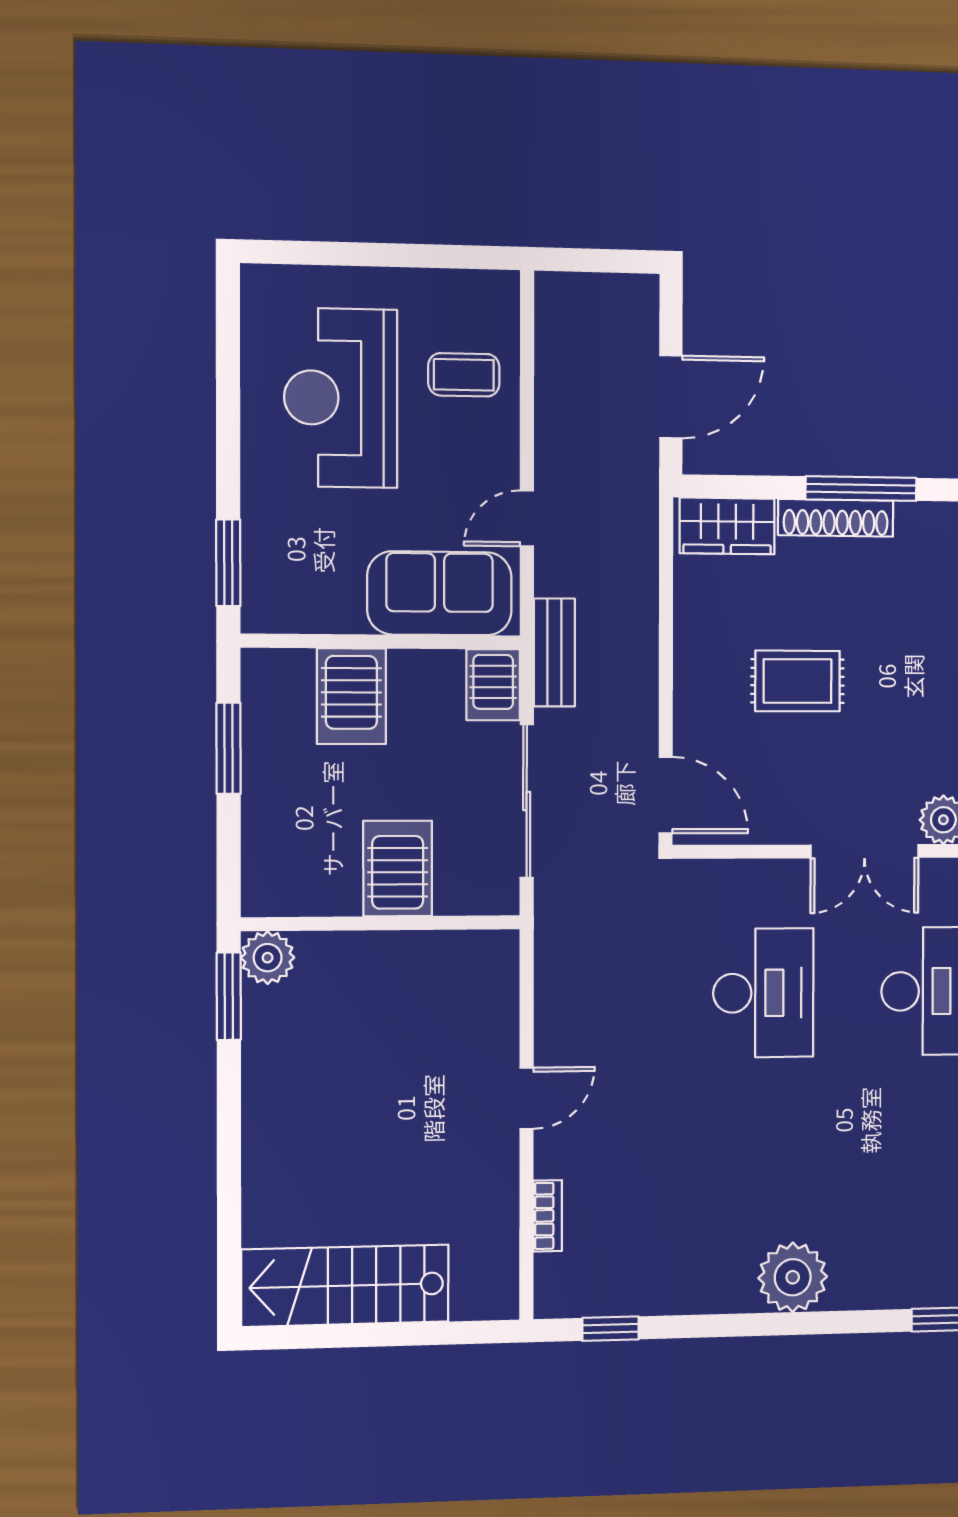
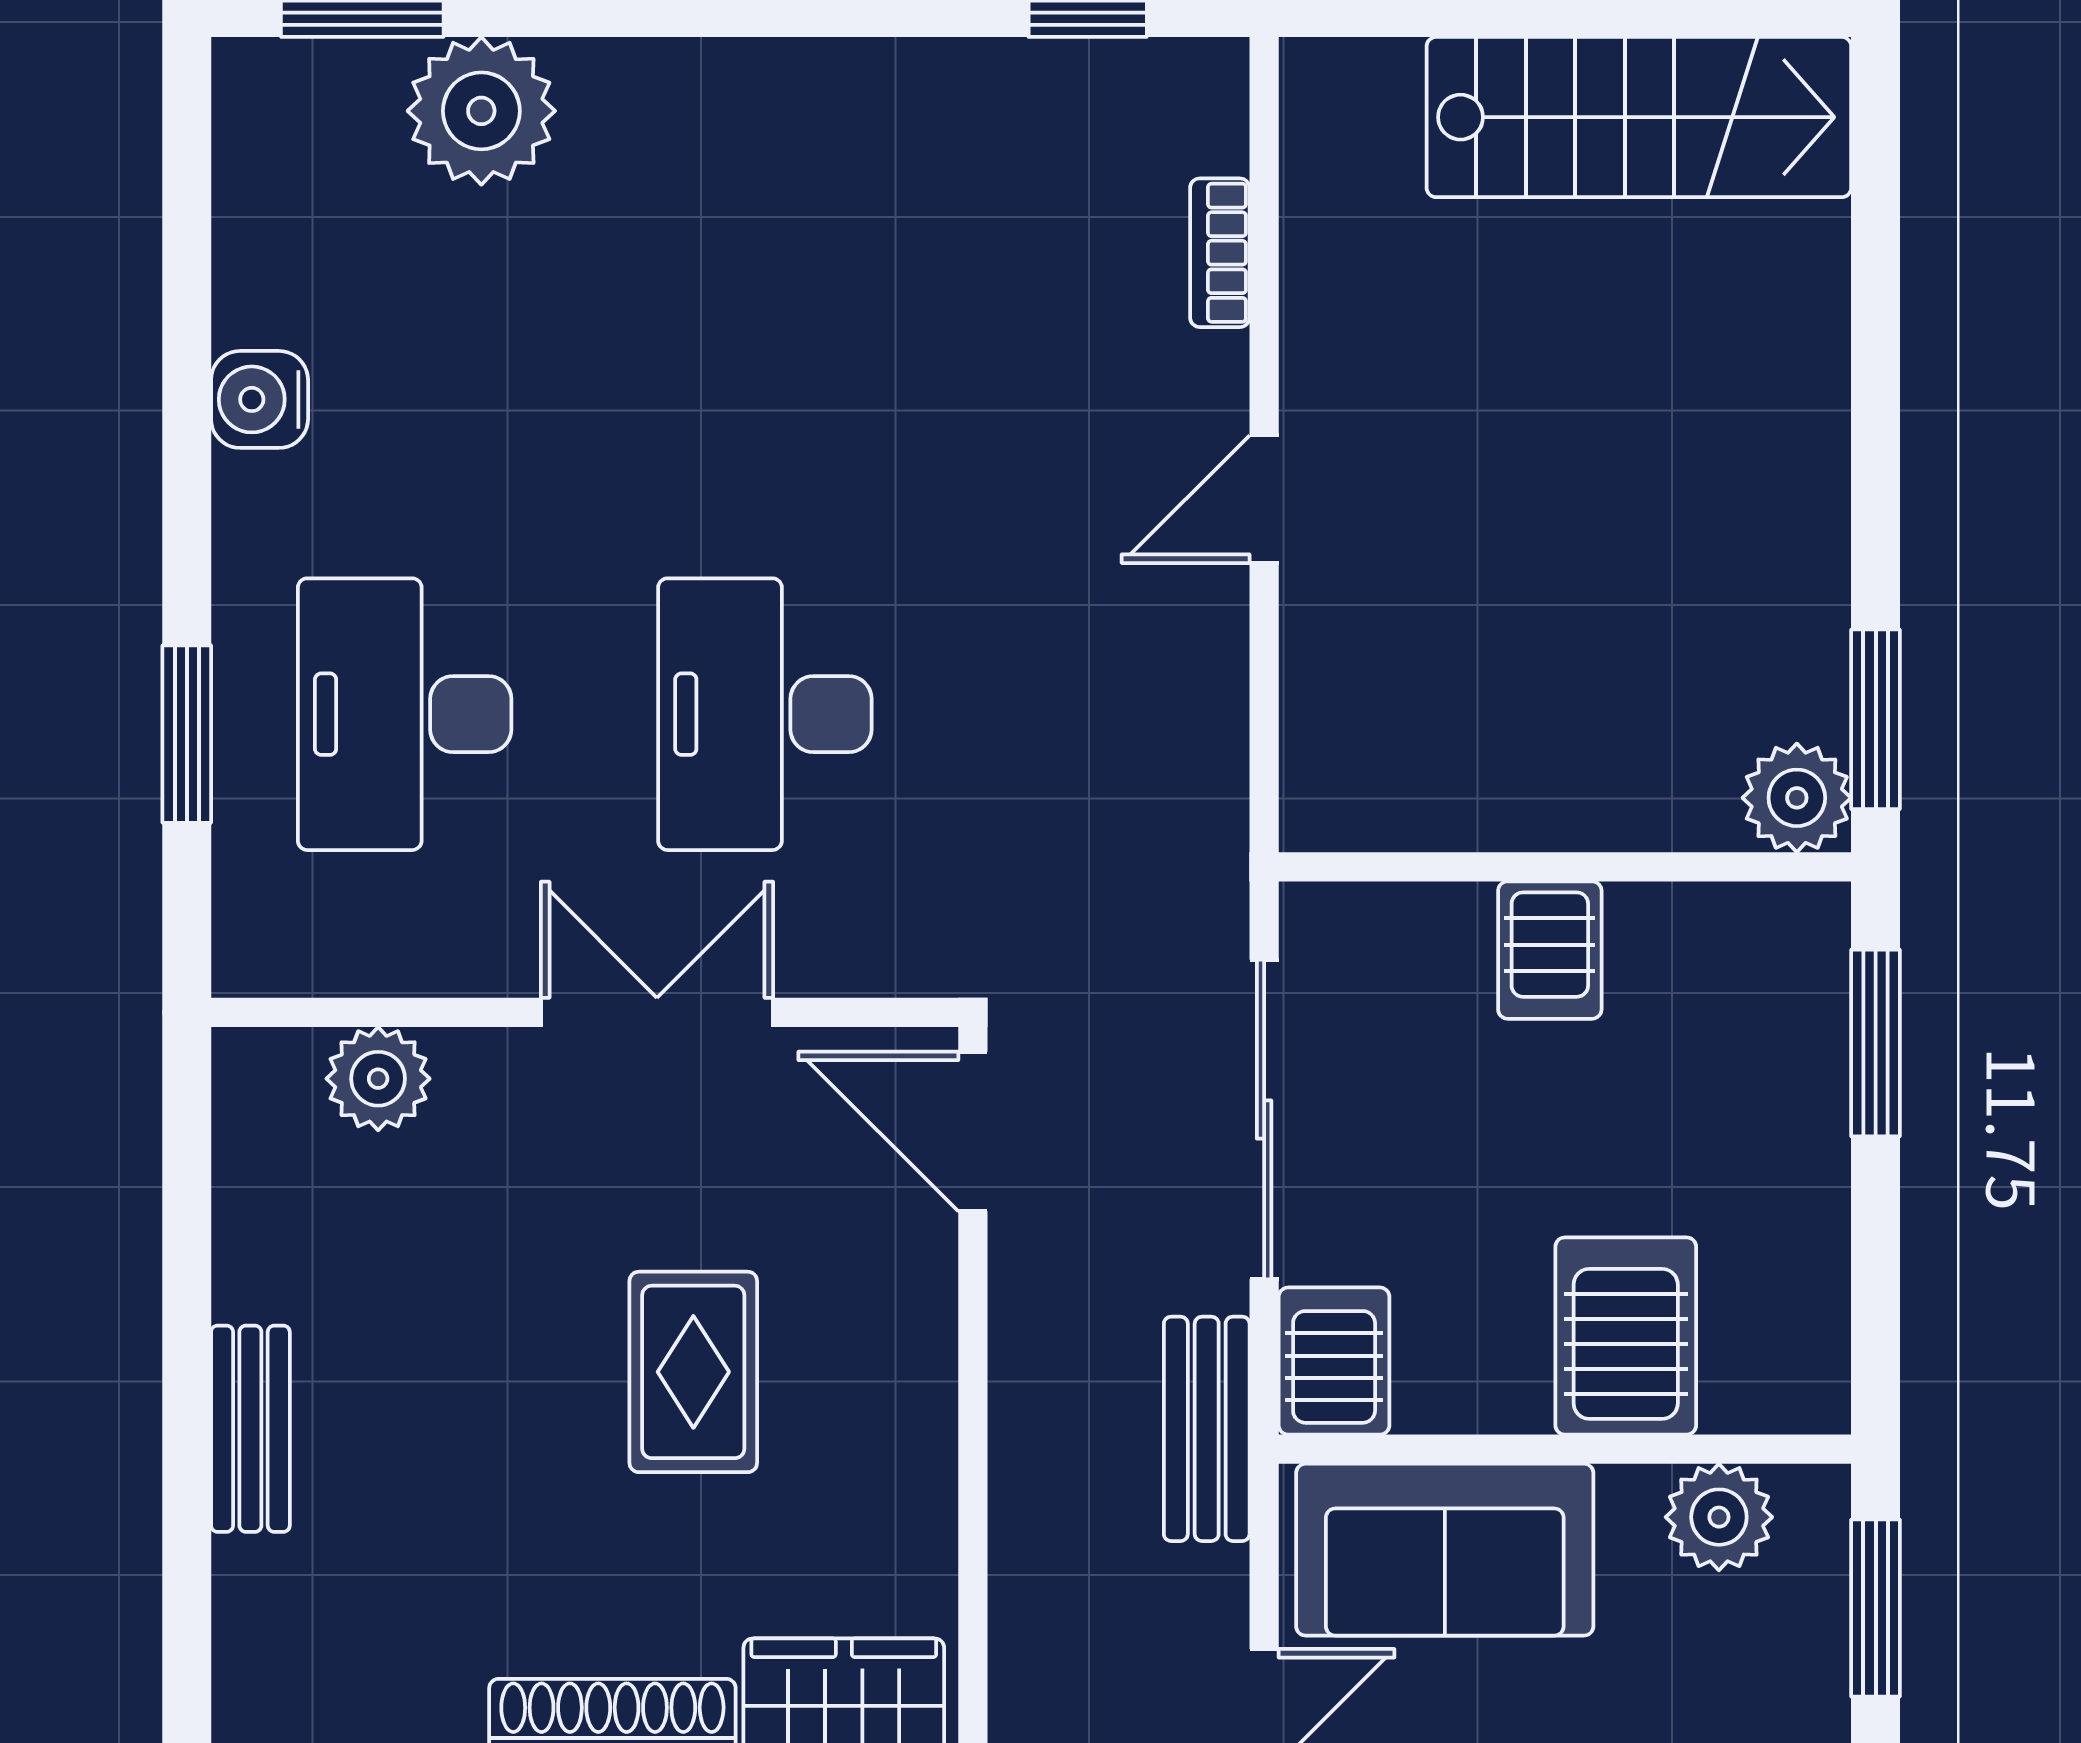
plant: (306, 608) -> (1719, 1517), added
rug: (798, 681) -> (693, 1372), turned 90
window: (228, 748) -> (1876, 1043), moved
double door: (865, 851) -> (657, 1012), moved
server rack: (398, 868) -> (1550, 950), width x0.73, depth x0.70
plant: (793, 1277) -> (481, 111), moved

